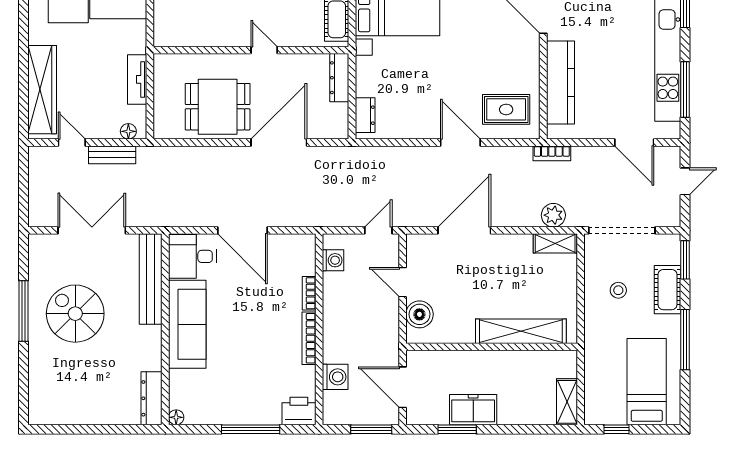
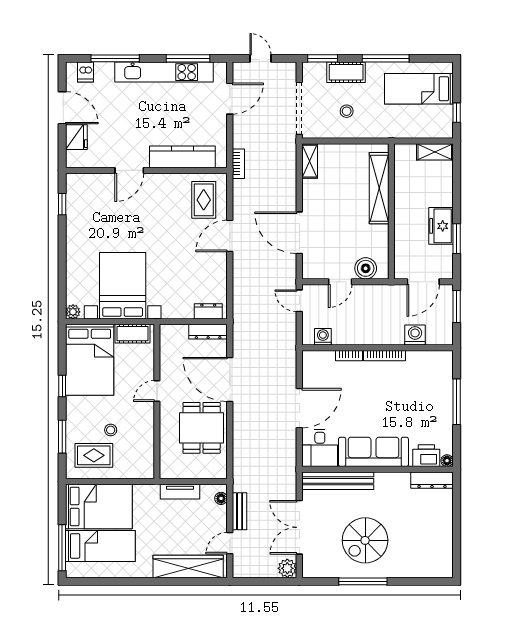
dresser: (339, 78) -> (208, 332), moved
plant: (553, 215) -> (287, 568), moved
printer: (299, 411) -> (426, 456), moved, turned 90

